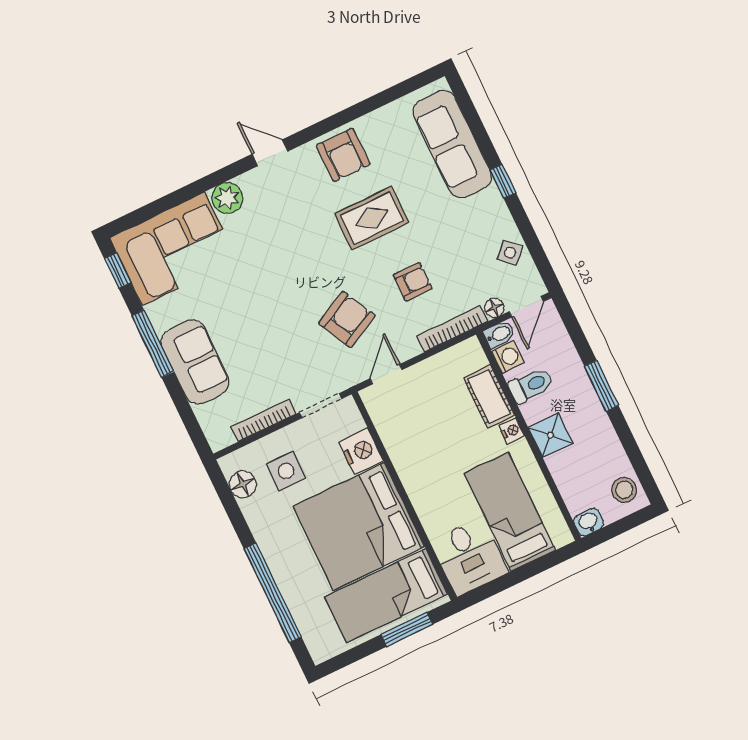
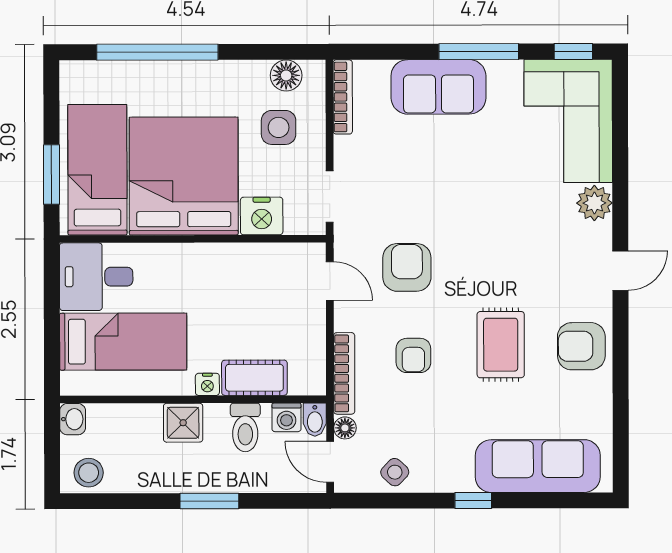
armchair: (347, 319) -> (407, 267), turned -153
bookcase: (263, 421) -> (343, 97), moved

